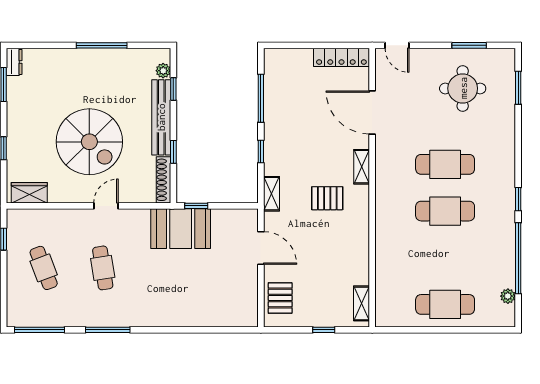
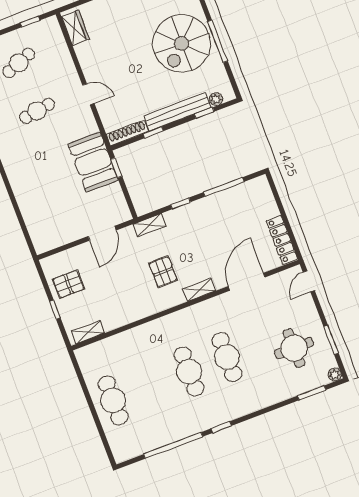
spiral stairs: (89, 142) -> (182, 43), moved
plant: (508, 296) -> (335, 375), moved
pallet: (280, 298) -> (68, 284), moved

